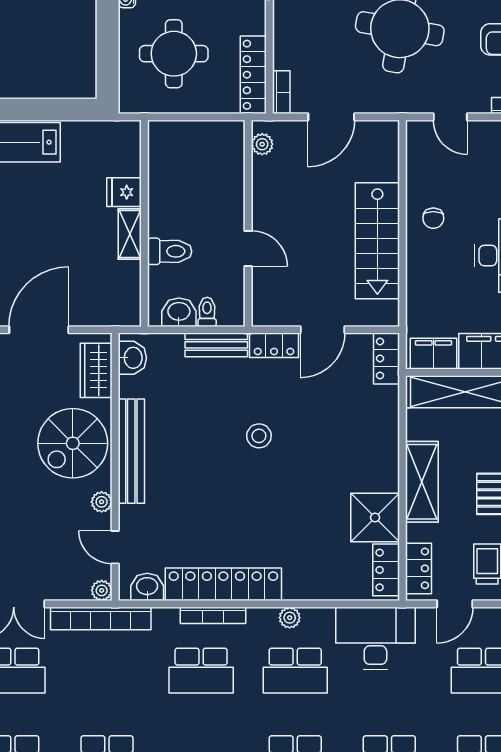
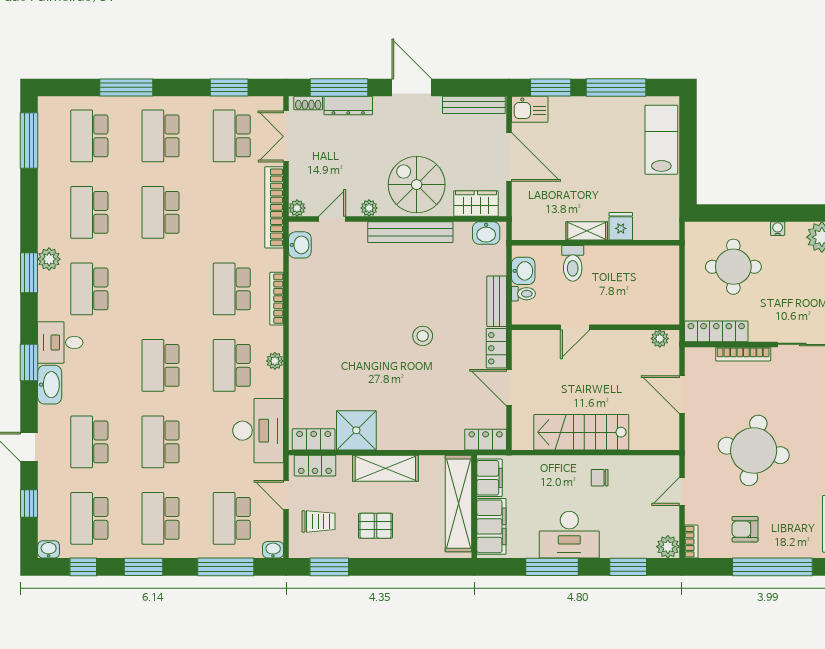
bookcase: (281, 92) -> (743, 354), moved, width x1.56
locker: (223, 584) -> (302, 307), removed

